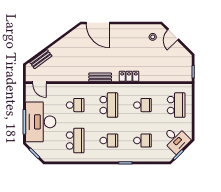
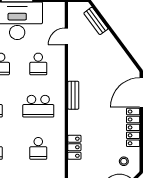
locker: (126, 29) -> (133, 127), added
locker: (129, 76) -> (74, 147), moved
door: (39, 83) -> (66, 37), moved

